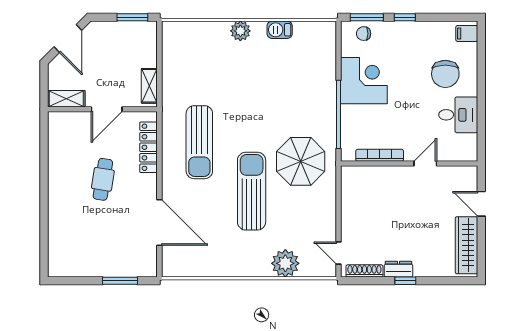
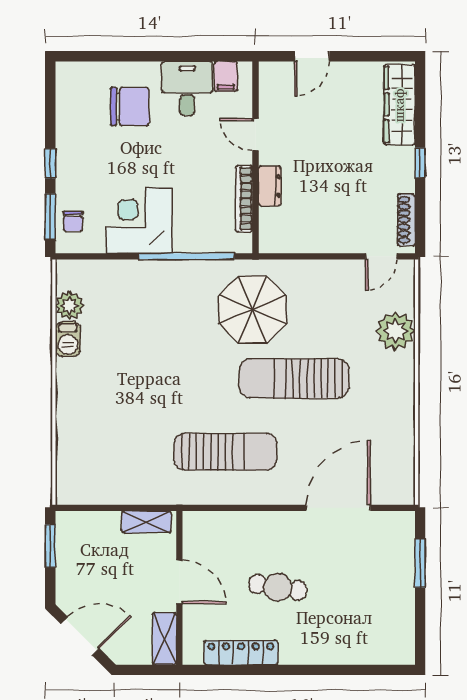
plant: (240, 31) -> (69, 305), moved
filing cabinet: (467, 33) -> (226, 76), moved
locker: (148, 147) -> (241, 653), moved, turned 180
wardrobe: (466, 245) -> (399, 105), moved, turned 90
dresser: (398, 269) -> (270, 186), moved, turned 180

